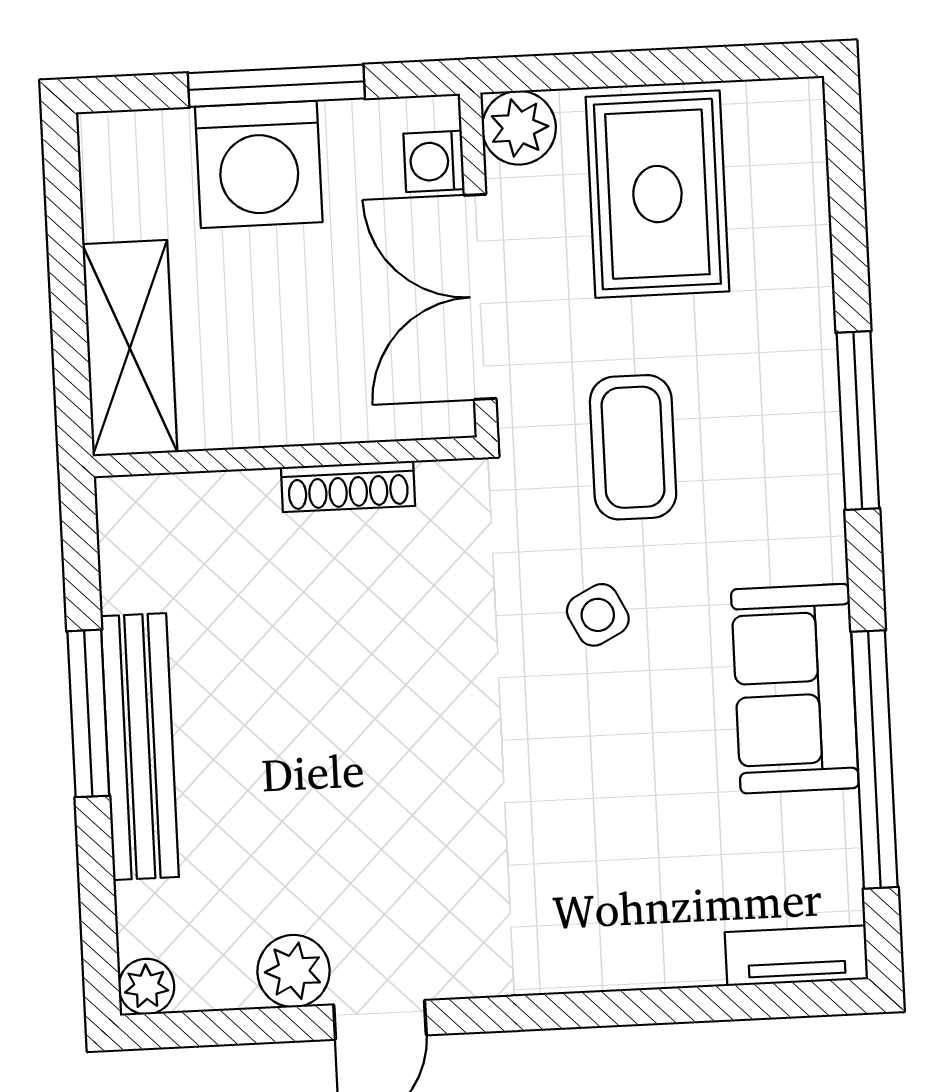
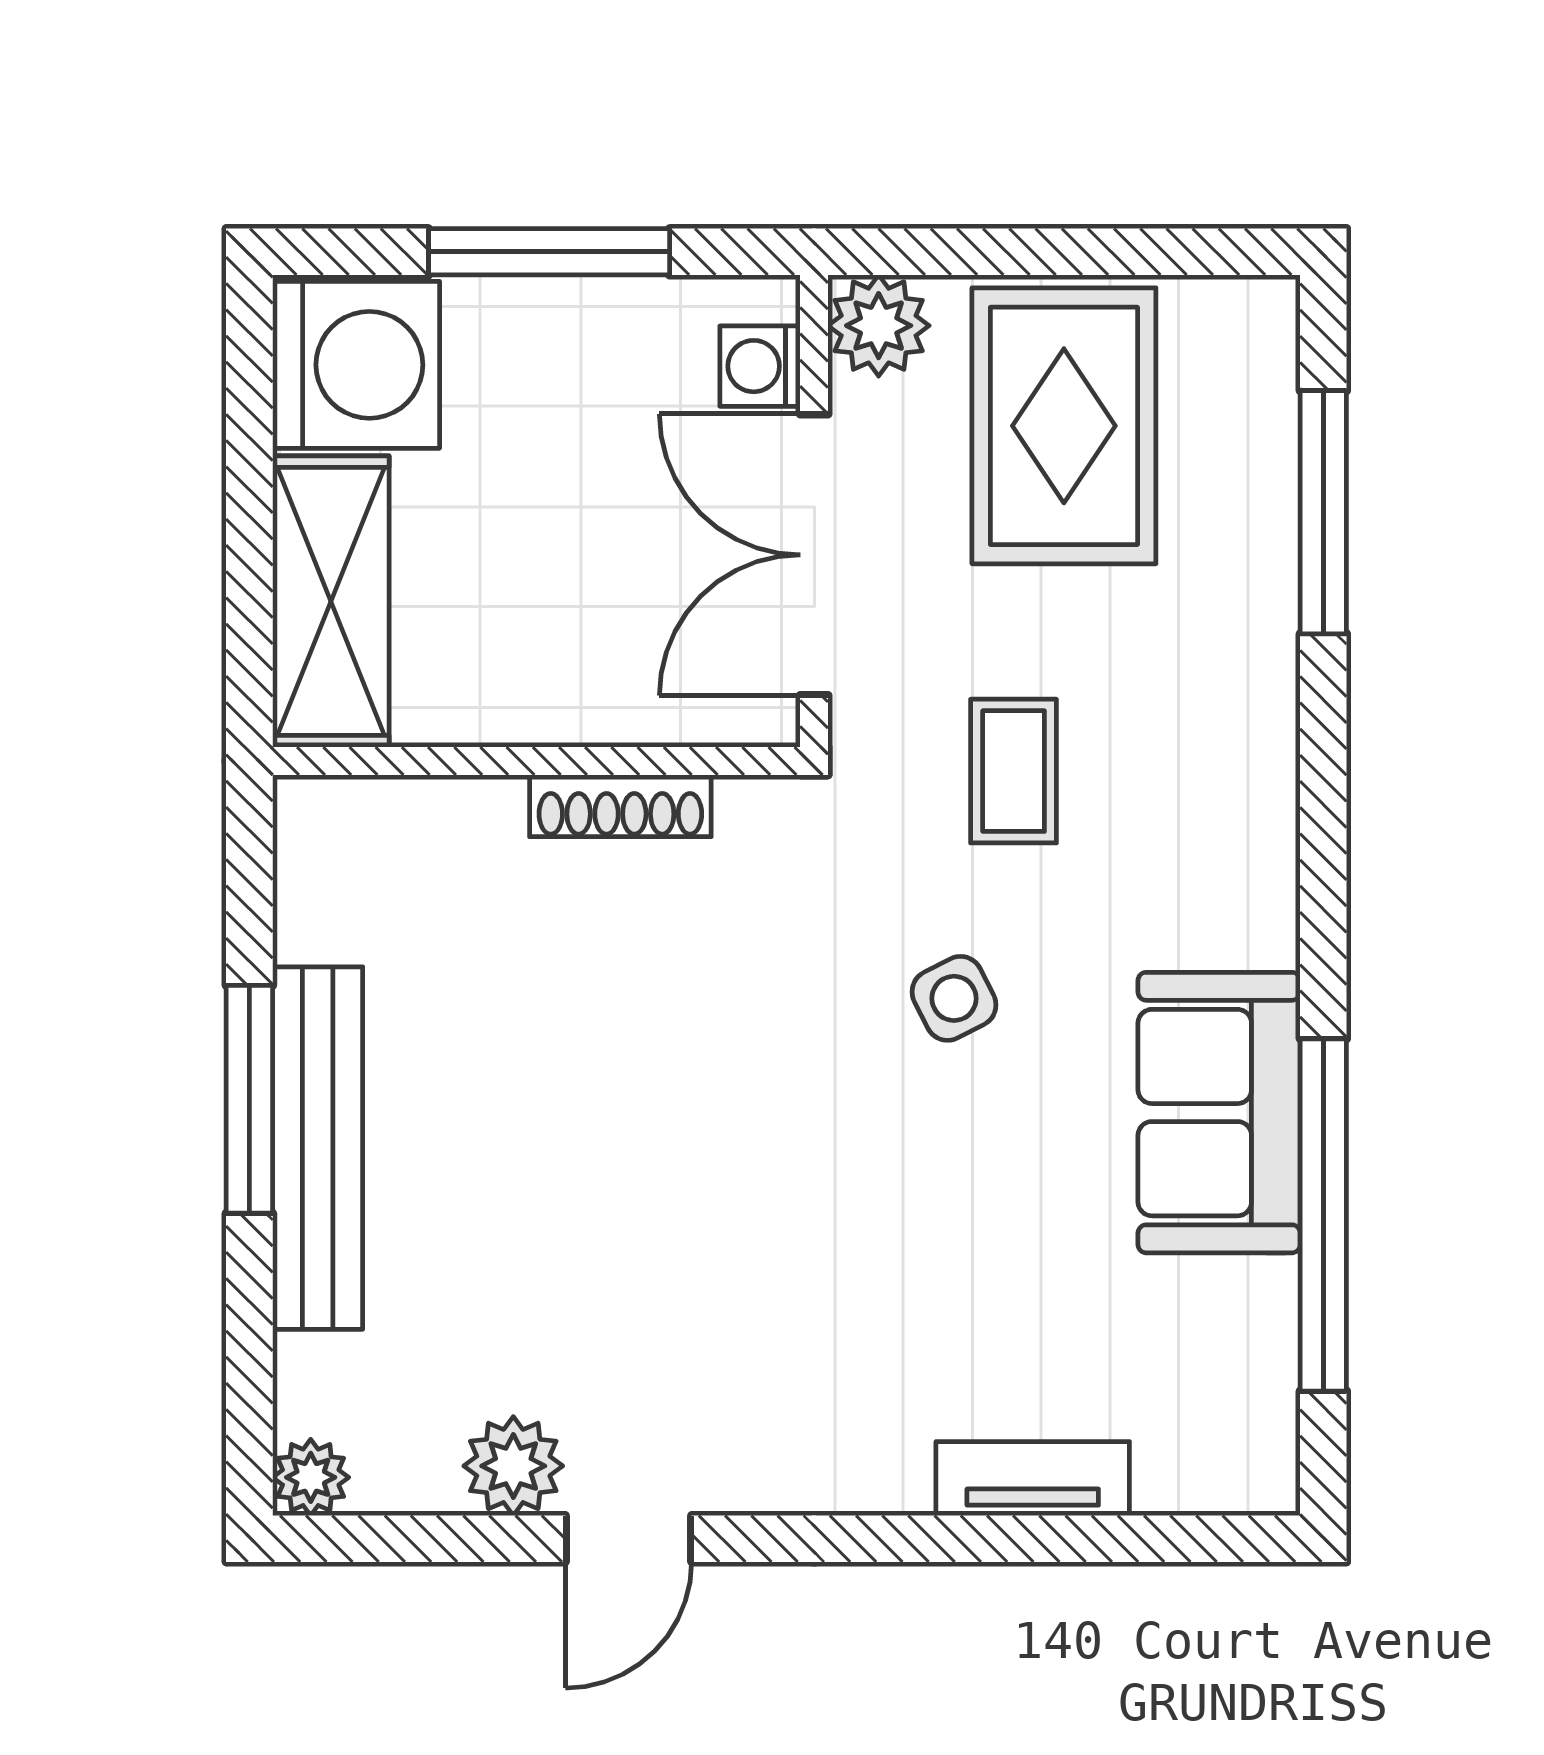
washing machine: (259, 164) -> (356, 365), moved, turned -90
window: (858, 420) -> (1323, 512), moved
coffee table: (633, 447) -> (1014, 771), width x0.73, depth x0.77
tv unit: (796, 956) -> (1033, 1479), moved

